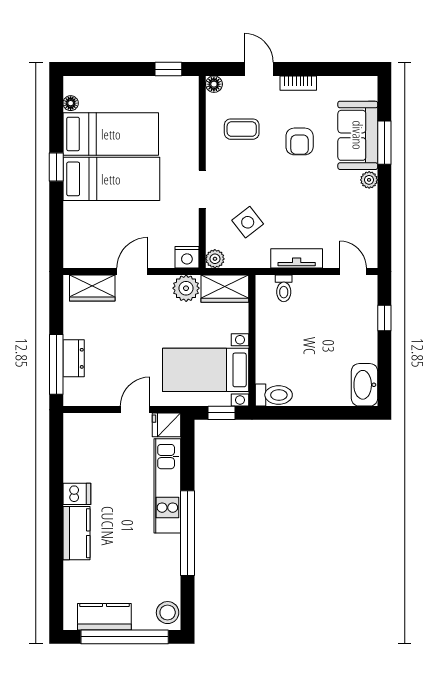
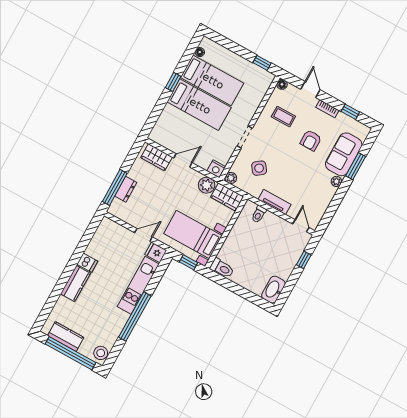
window: (334, 69) -> (350, 112), added

